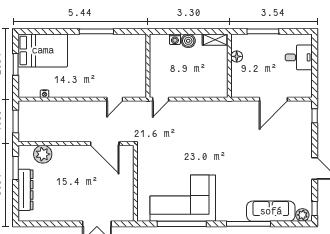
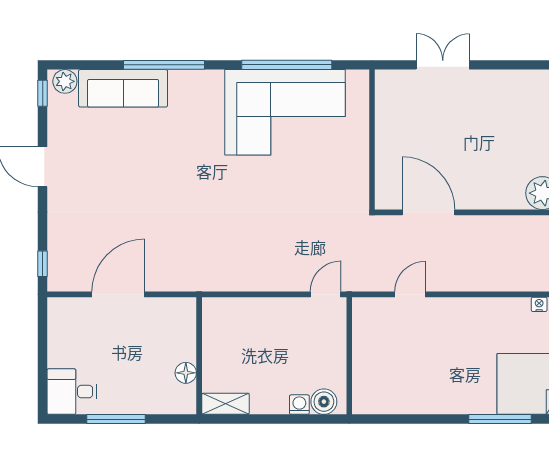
window: (96, 31) -> (500, 419), moved
window: (263, 31) -> (116, 419), moved
boiler: (188, 41) -> (324, 402), moved
desk: (299, 57) -> (72, 392), moved

